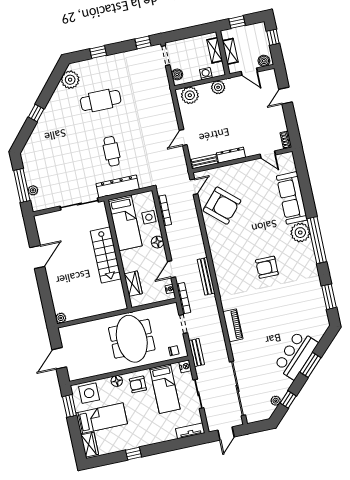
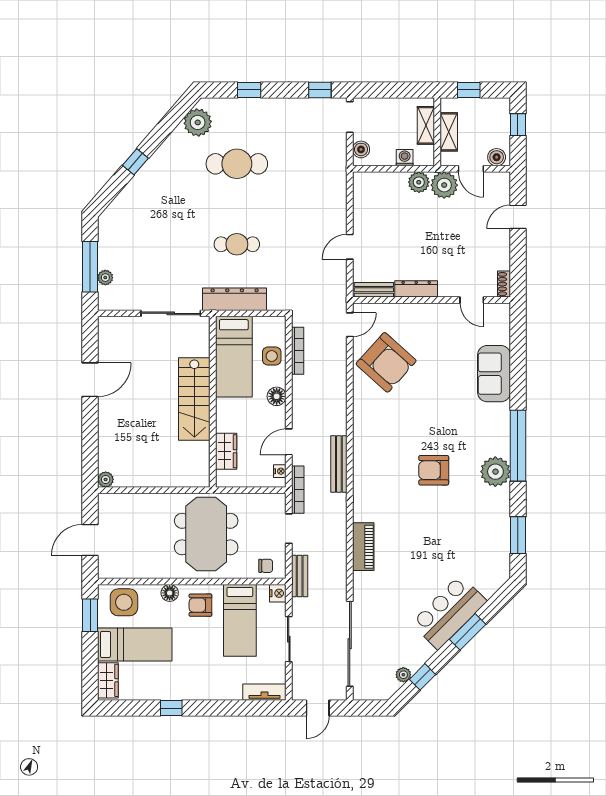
plant: (190, 95) -> (444, 185), moved
cafe table: (112, 151) -> (237, 244), turned 90
sofa: (292, 198) -> (494, 374), width x0.73
plant: (300, 233) -> (495, 472), moved

